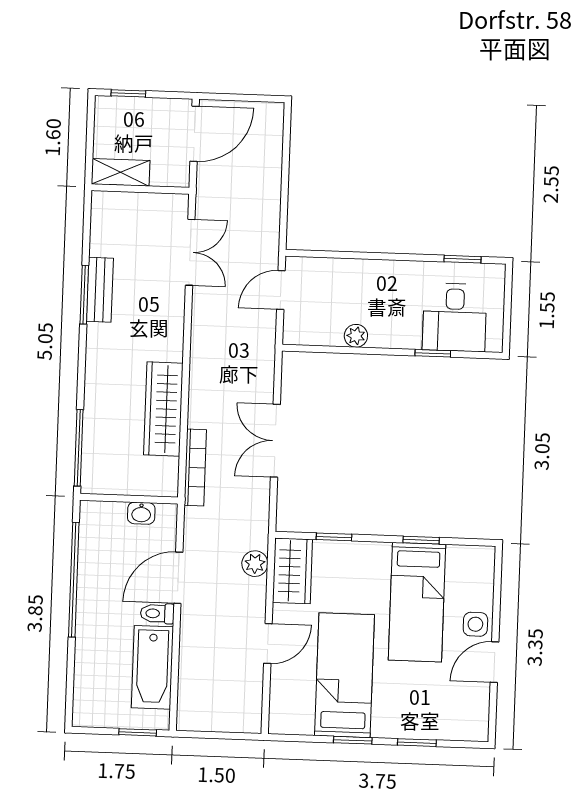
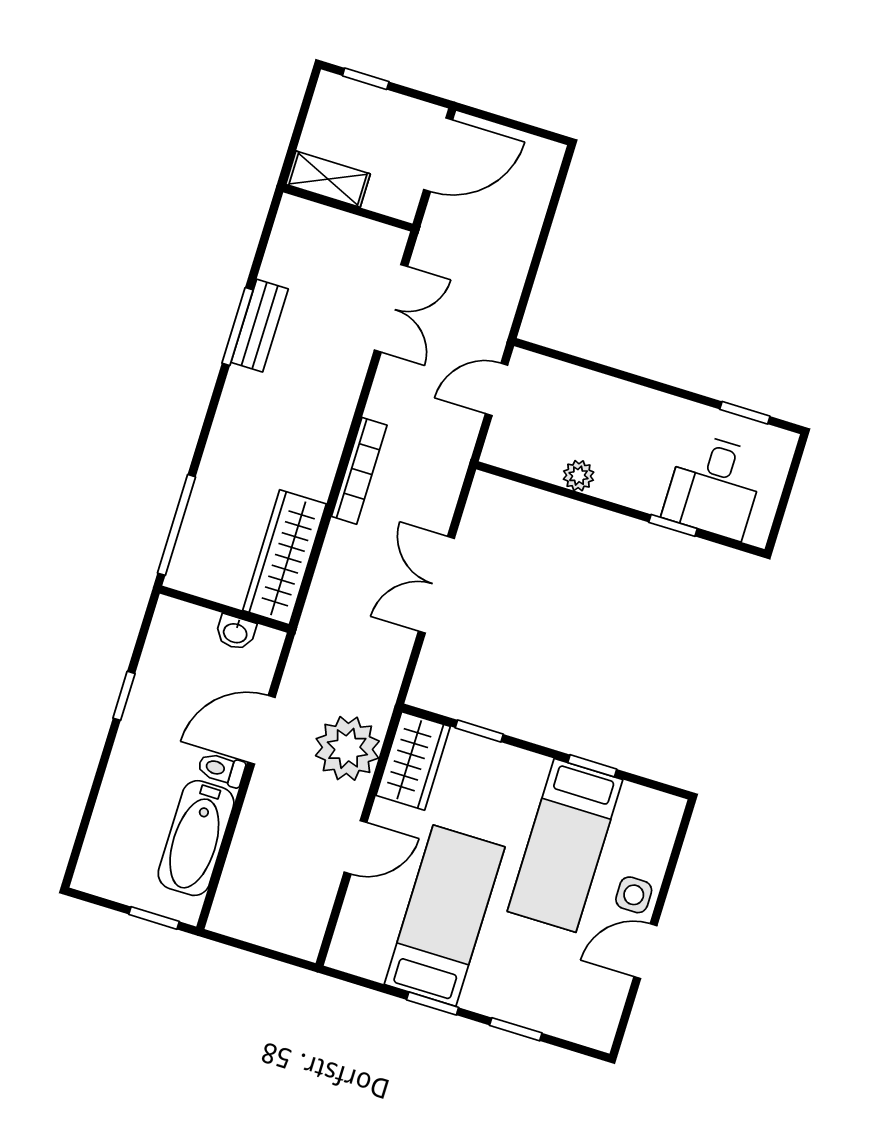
wardrobe: (163, 409) -> (285, 557), moved
bookcase: (195, 467) -> (359, 471), moved
plant: (255, 564) -> (347, 748), width x1.88, depth x1.88
window: (74, 580) -> (124, 696), width x0.32

